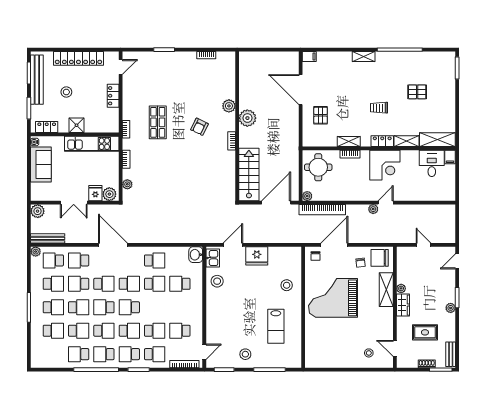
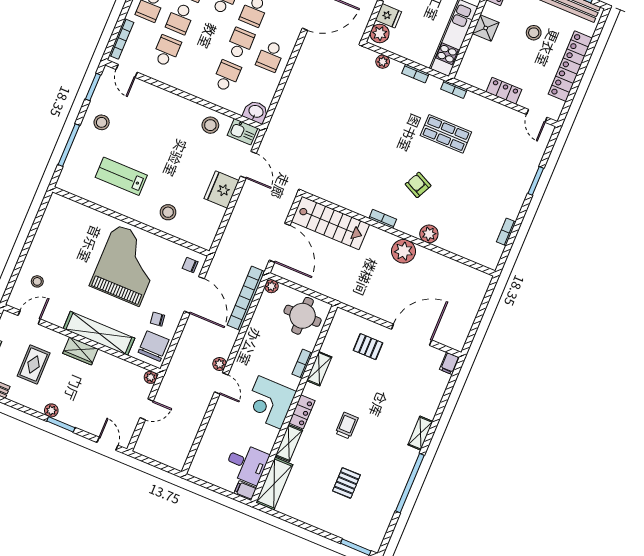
school desk: (155, 284) -> (240, 43), turned 180
plant: (401, 288) -> (151, 377), moved
shelving: (386, 290) -> (99, 333), width x1.47

